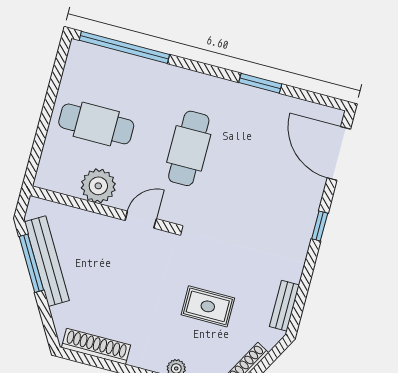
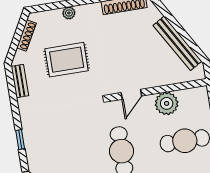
window: (31, 263) -> (186, 38), removed
rug: (208, 306) -> (67, 60), width x1.36, depth x1.43

